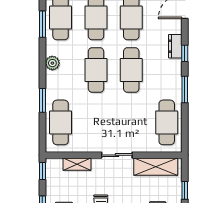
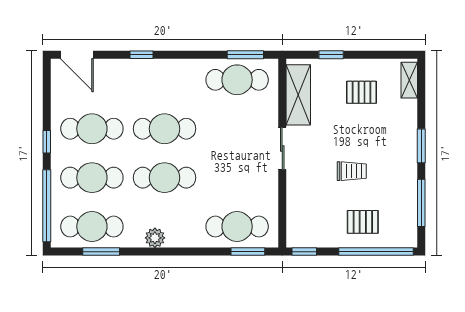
dresser: (175, 46) -> (132, 68), removed
window: (185, 90) -> (245, 55), moved
window: (42, 100) -> (248, 252), moved
shelving: (77, 164) -> (295, 204), removed

